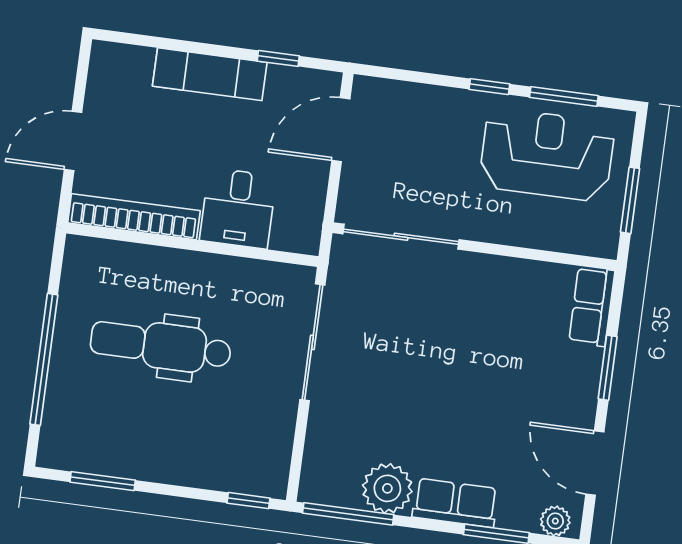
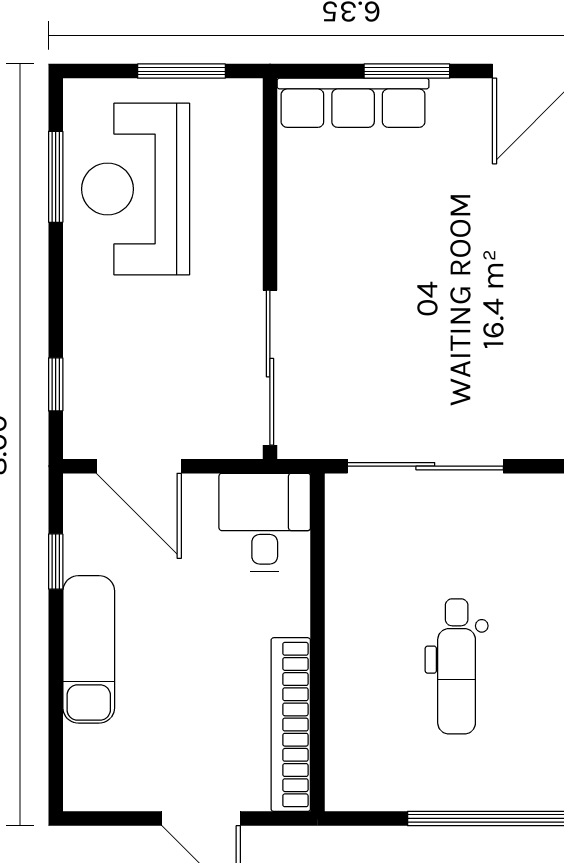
window: (489, 87) -> (56, 384), moved
desk: (238, 208) -> (265, 523), moved, turned -90
row of seats: (592, 306) -> (353, 103), width x1.48
dental chair: (161, 346) -> (457, 666), width x0.73, depth x0.72

